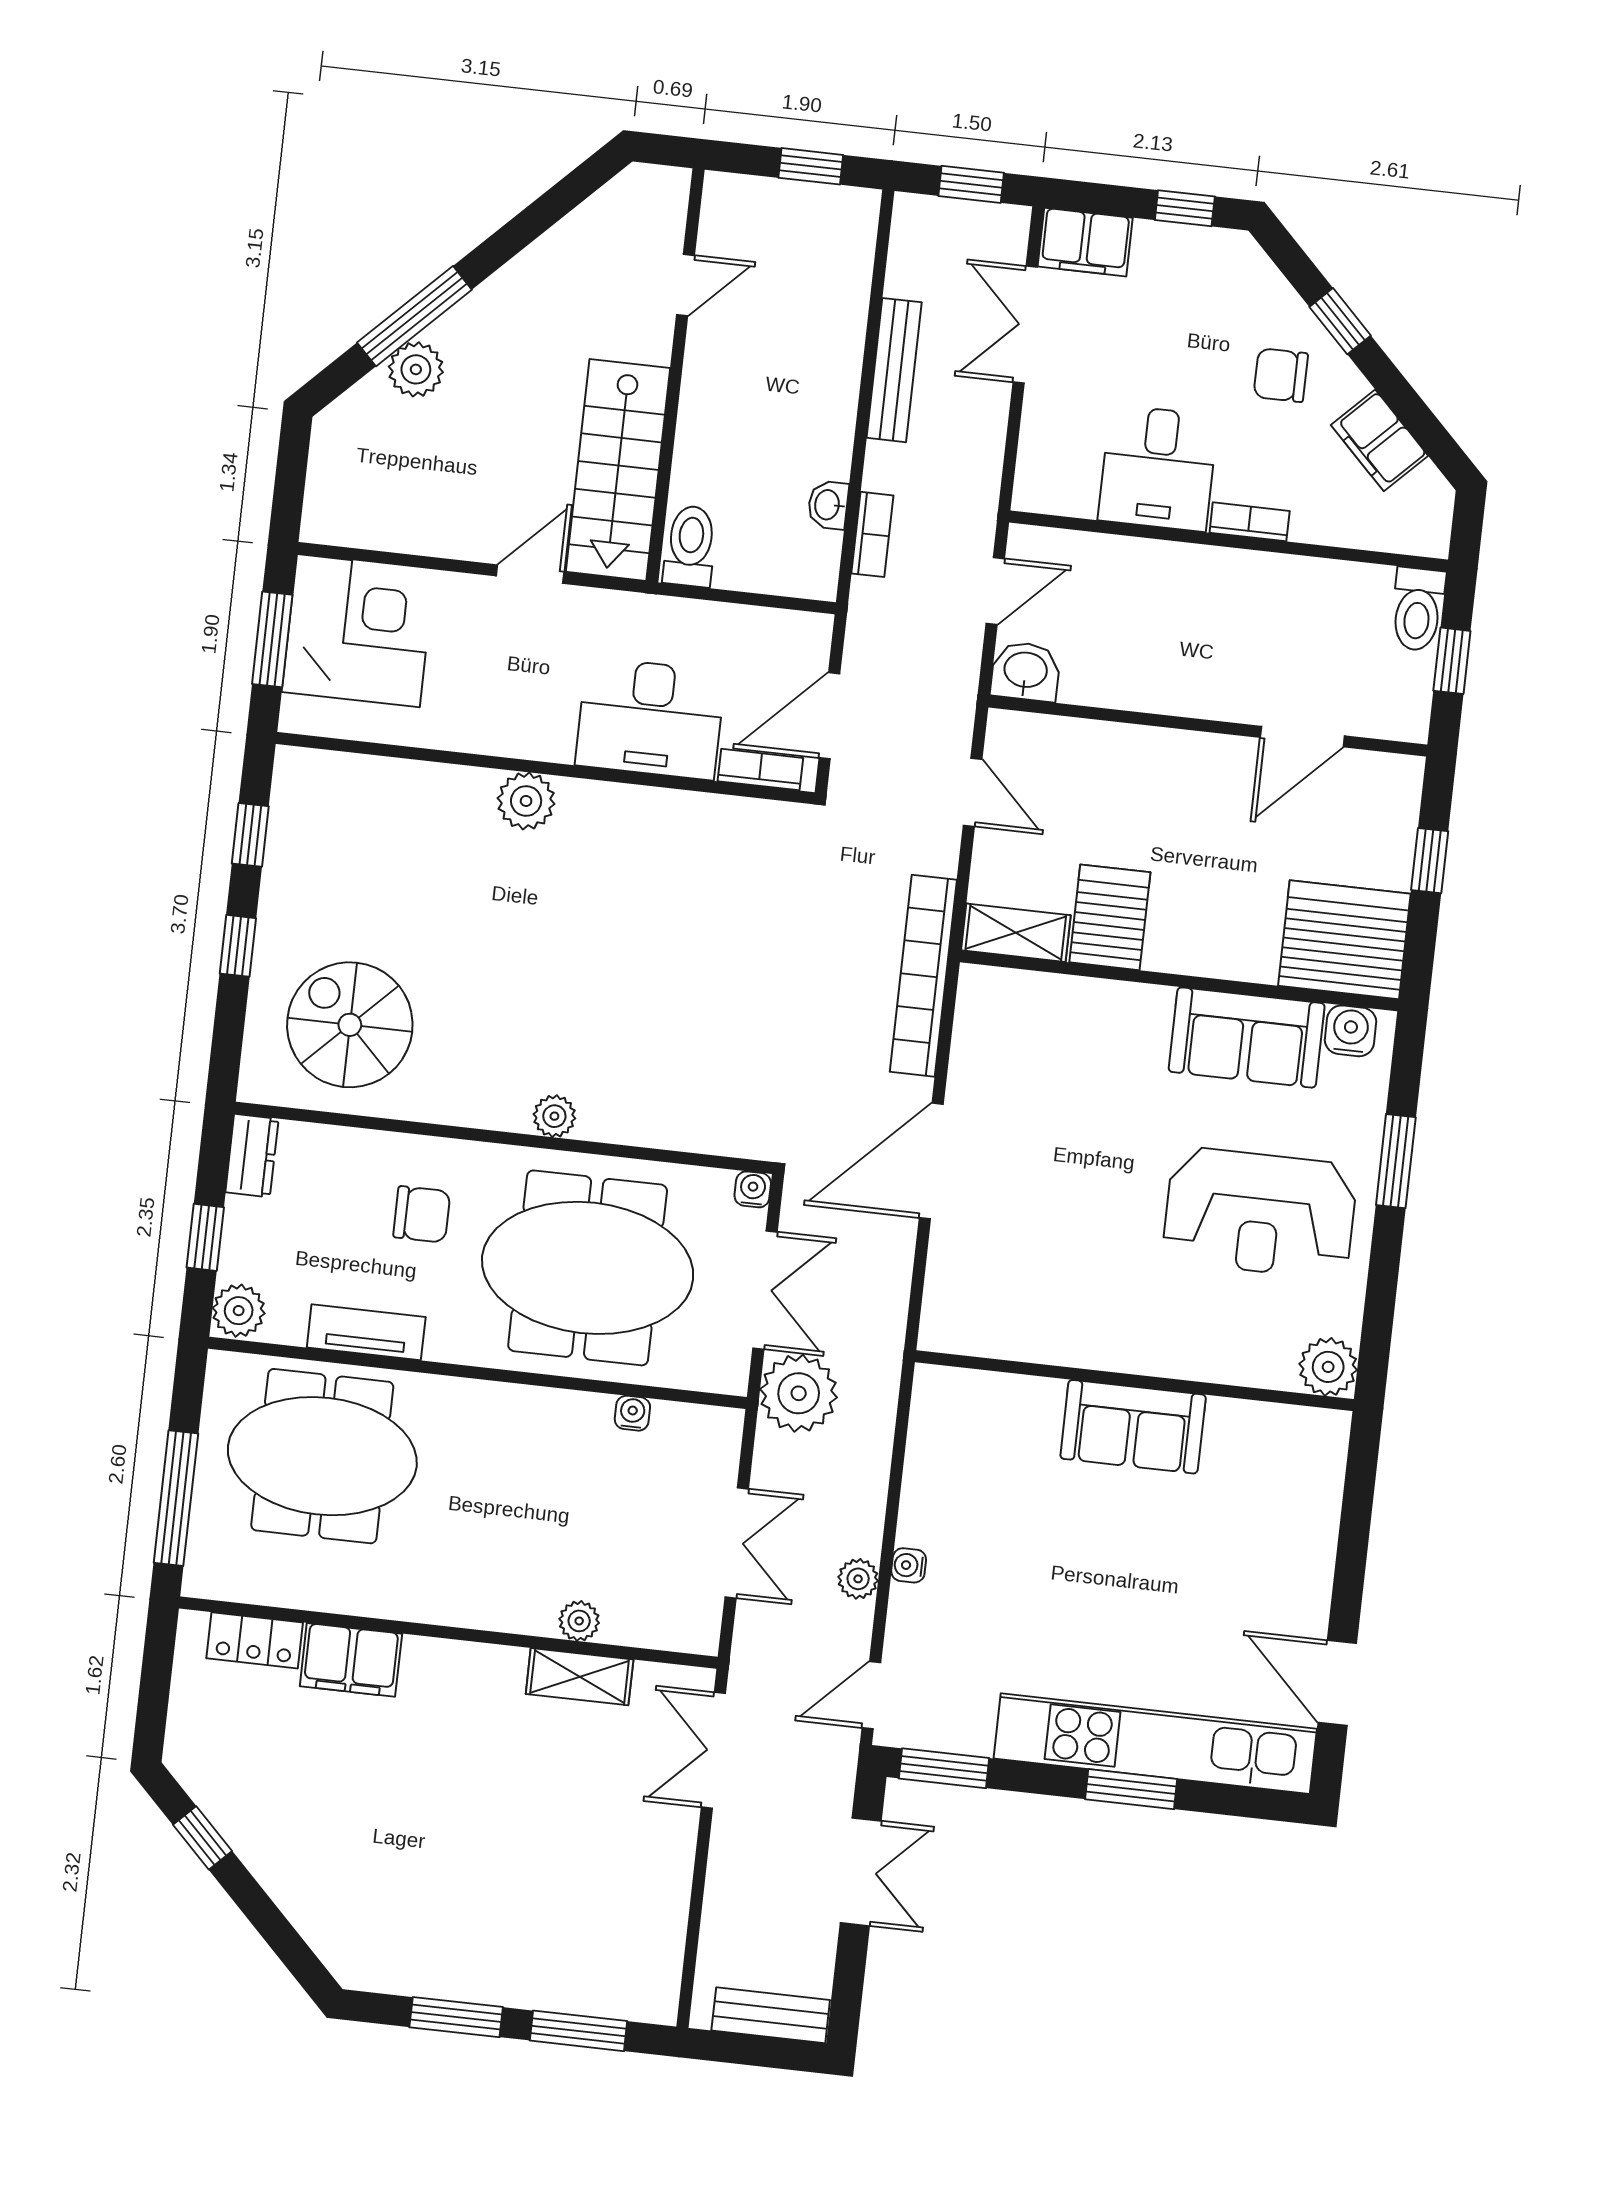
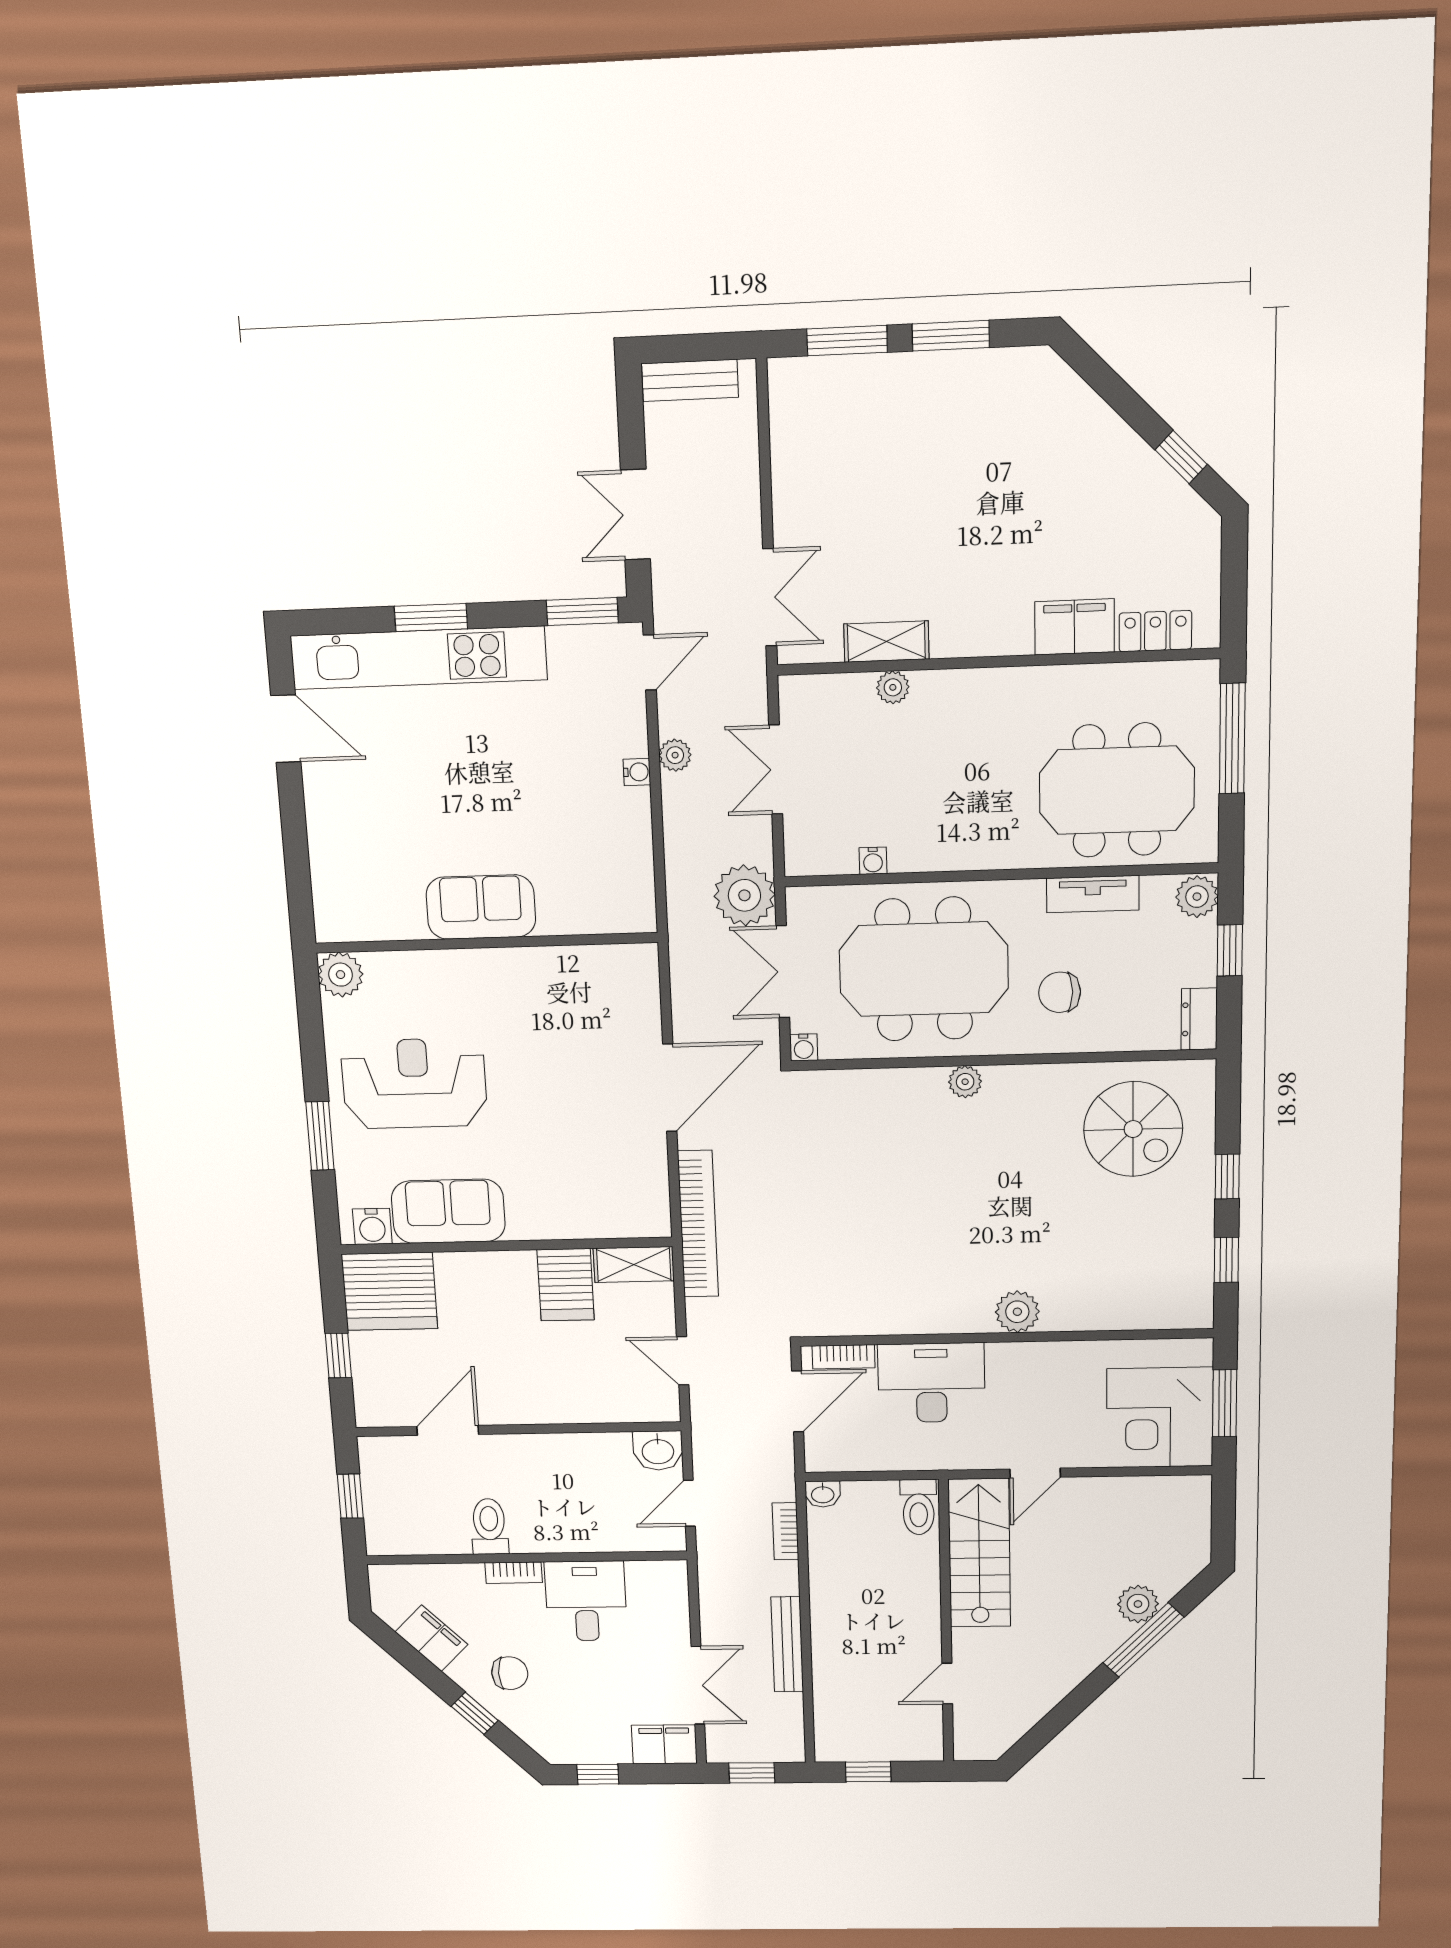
washbasin: (828, 505) -> (823, 1494), moved, turned 90
toilet: (1418, 609) -> (489, 1526), moved

